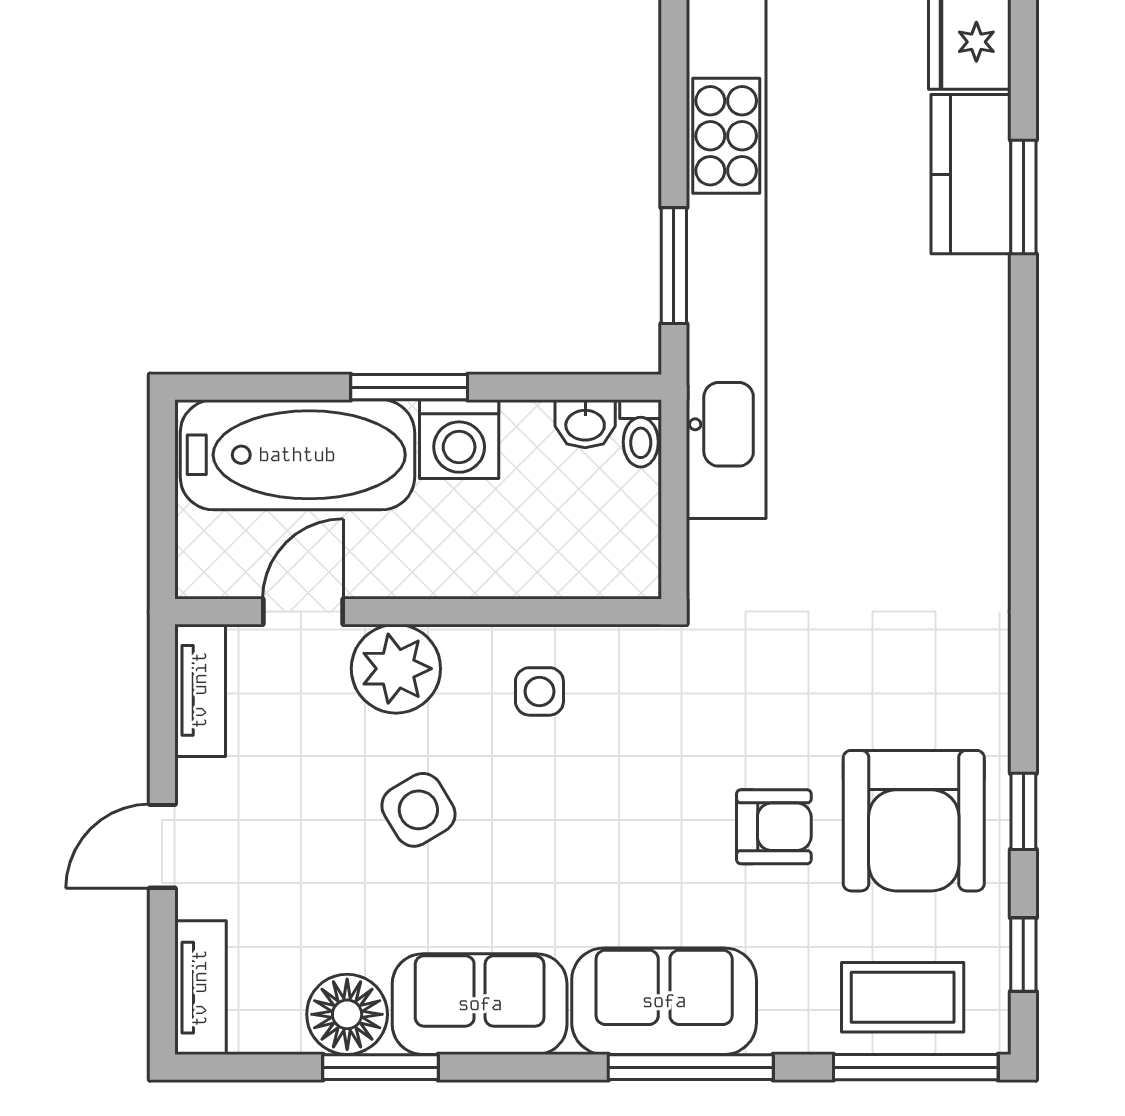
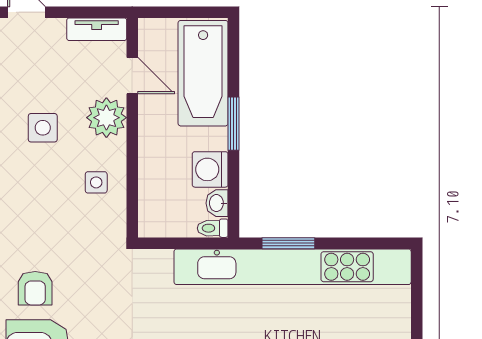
washing machine: (459, 439) -> (210, 169), moved
side table: (418, 810) -> (43, 128), turned 31

